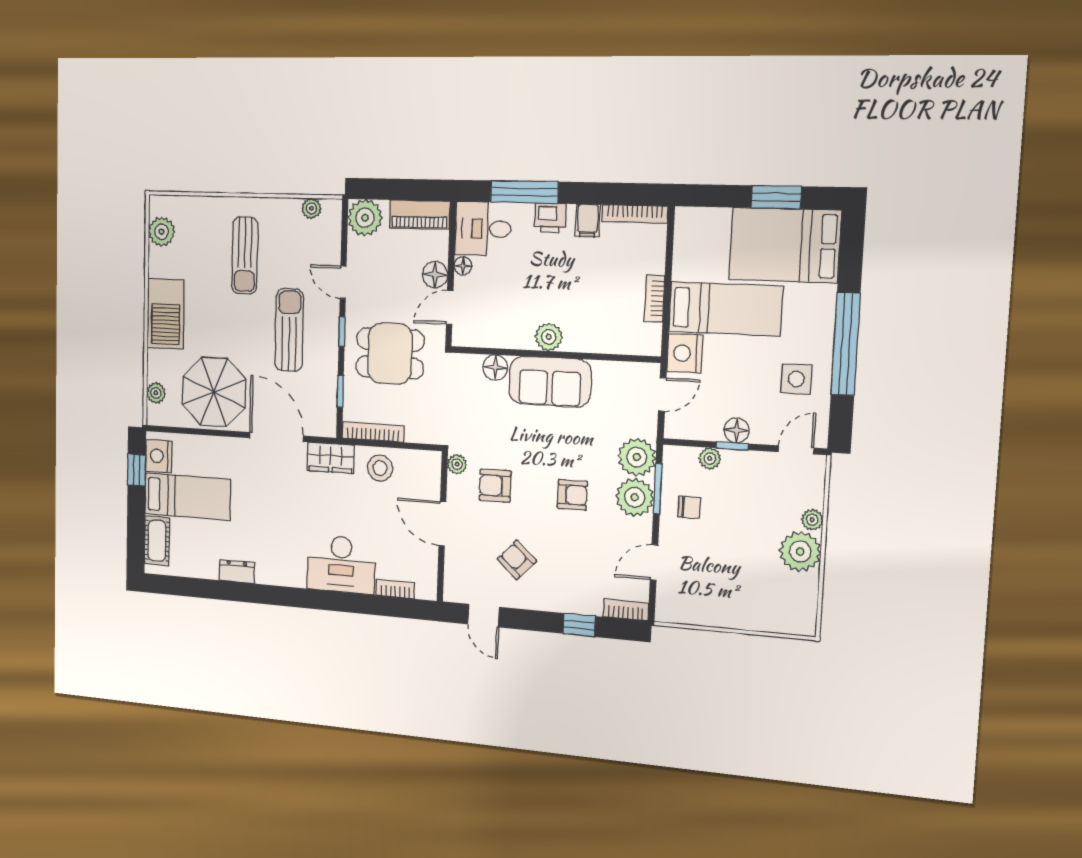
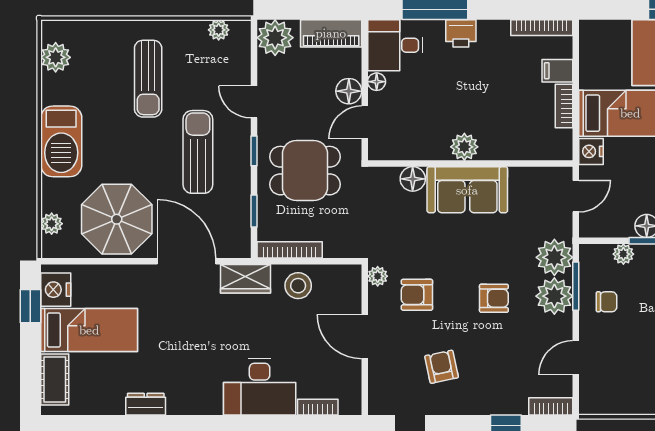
filing cabinet: (588, 221) -> (557, 71), moved, turned 90
nightstand: (685, 353) -> (591, 151), width x0.74, depth x0.75
armchair: (517, 560) -> (442, 367), turned 35

